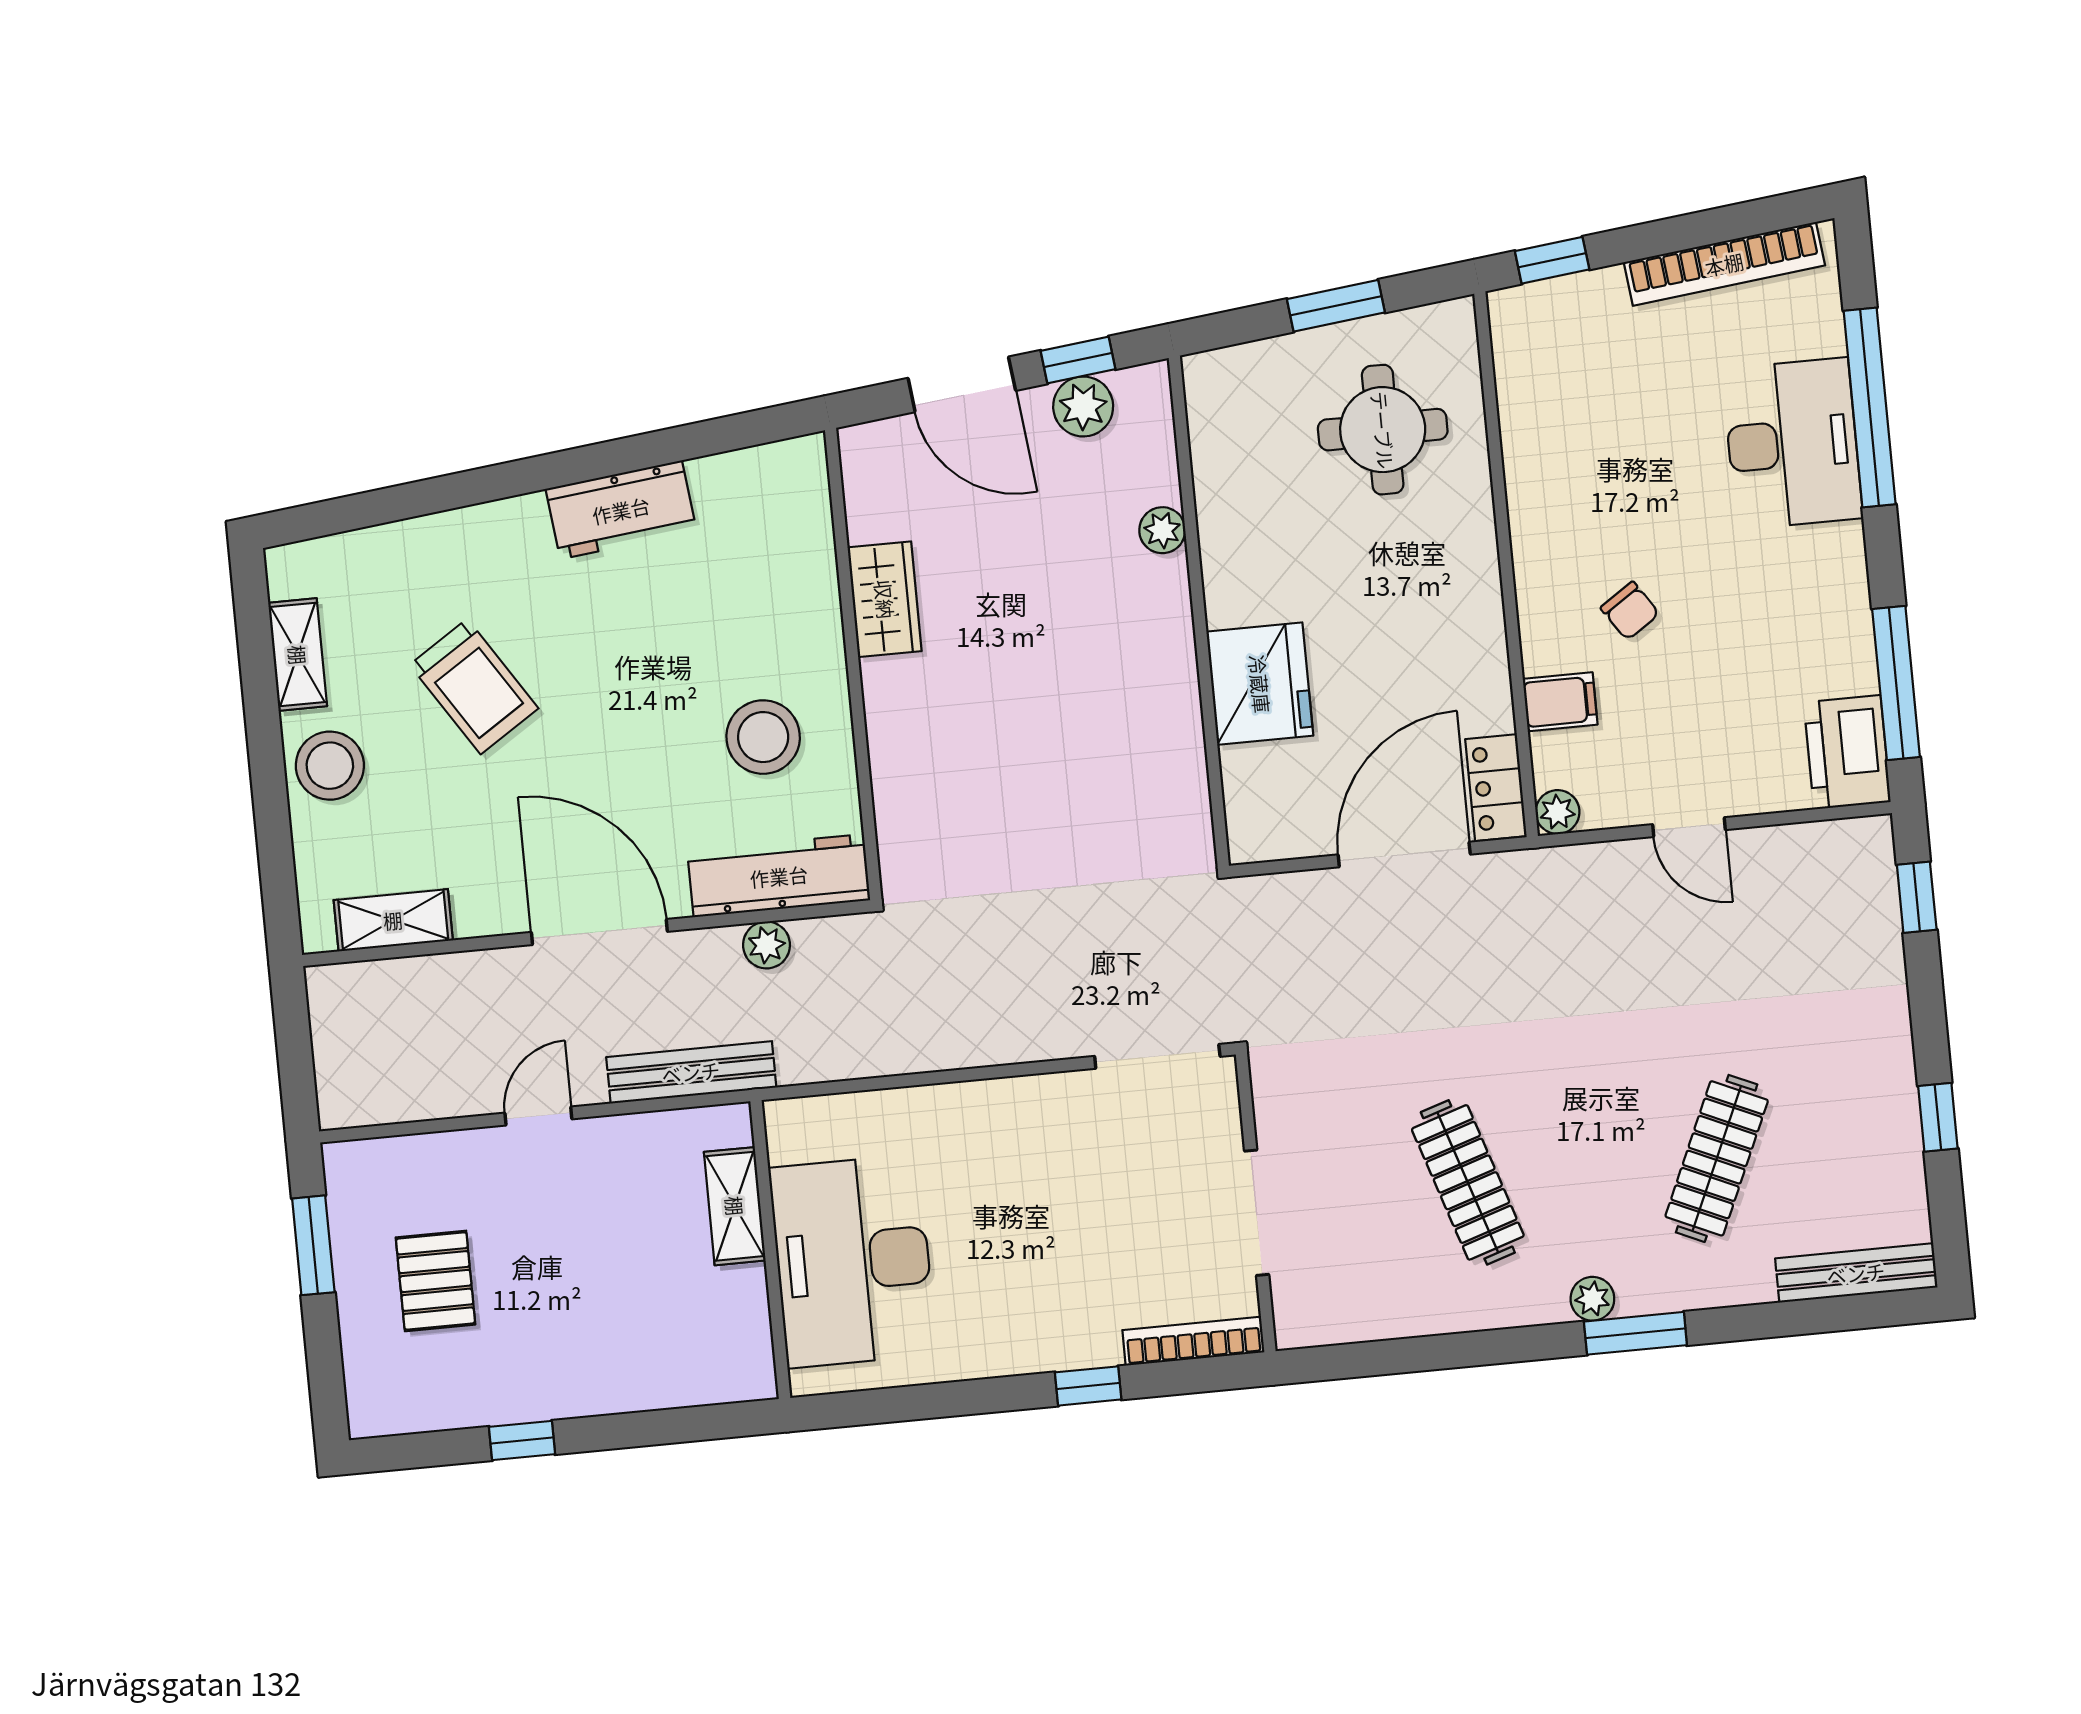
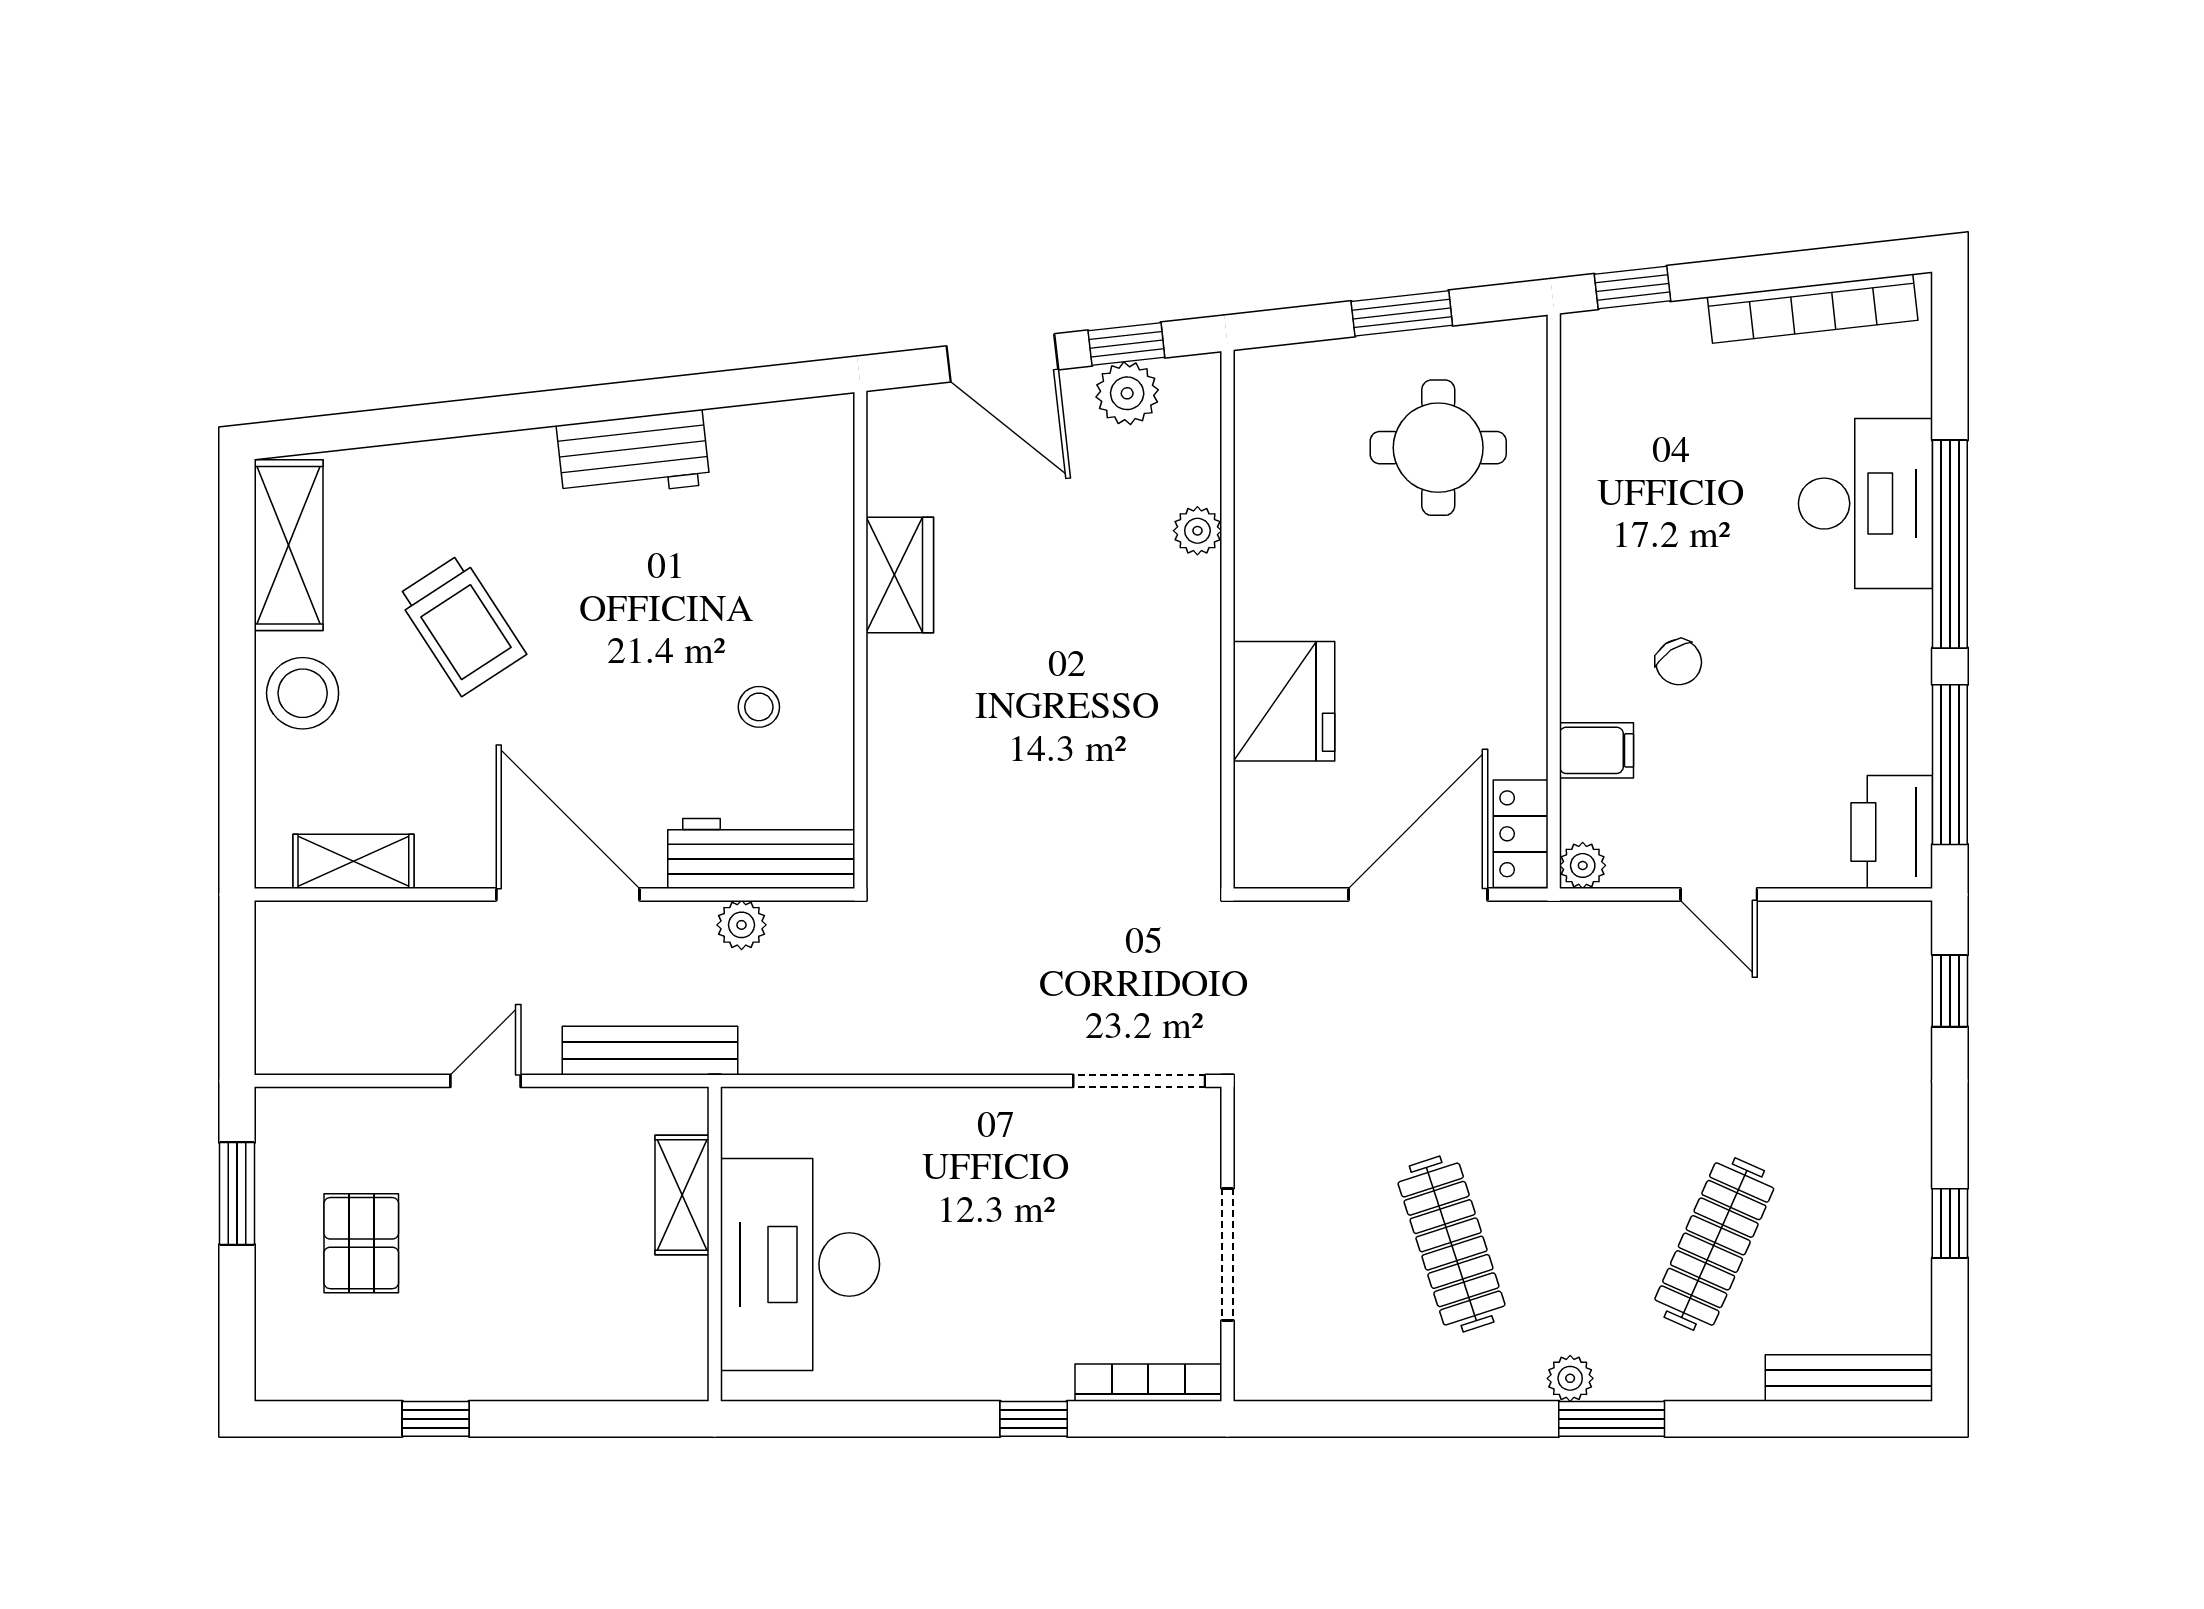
window: (1870, 408) -> (1950, 544), moved
shelving: (298, 655) -> (289, 545), width x1.50, depth x1.33
stool: (763, 737) -> (759, 707), width x0.53, depth x0.53

